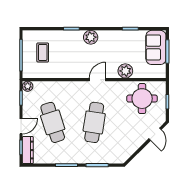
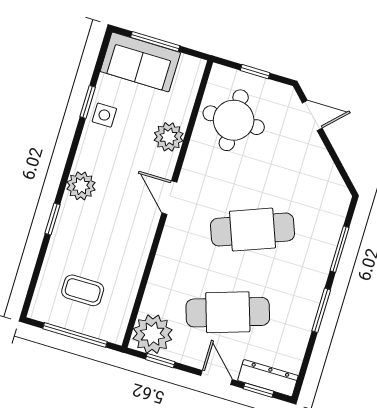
side table: (127, 38) -> (104, 115), added
plant: (28, 86) -> (153, 334), width x1.87, depth x1.87
cafe table: (94, 122) -> (253, 230), turned -30

